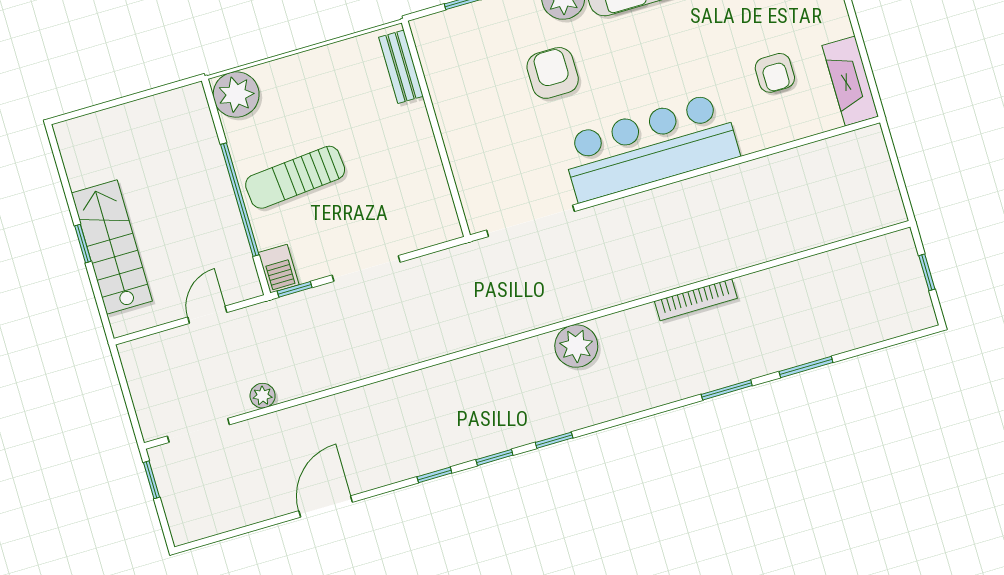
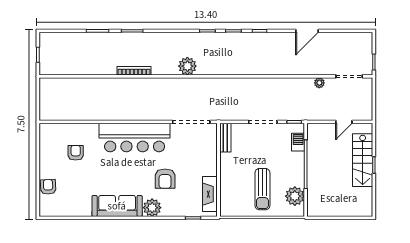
bench: (401, 67) -> (225, 138), moved
fireplace: (850, 81) -> (210, 194), moved, turned 180
plant: (236, 94) -> (295, 196), moved
sun lounger: (295, 177) -> (262, 189), moved, turned 95
barbecue: (279, 269) -> (298, 142), moved
door: (207, 315) -> (344, 122), moved

